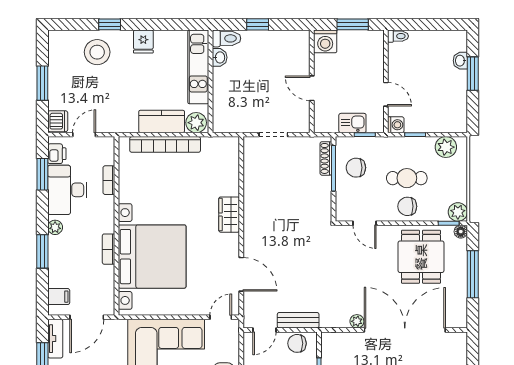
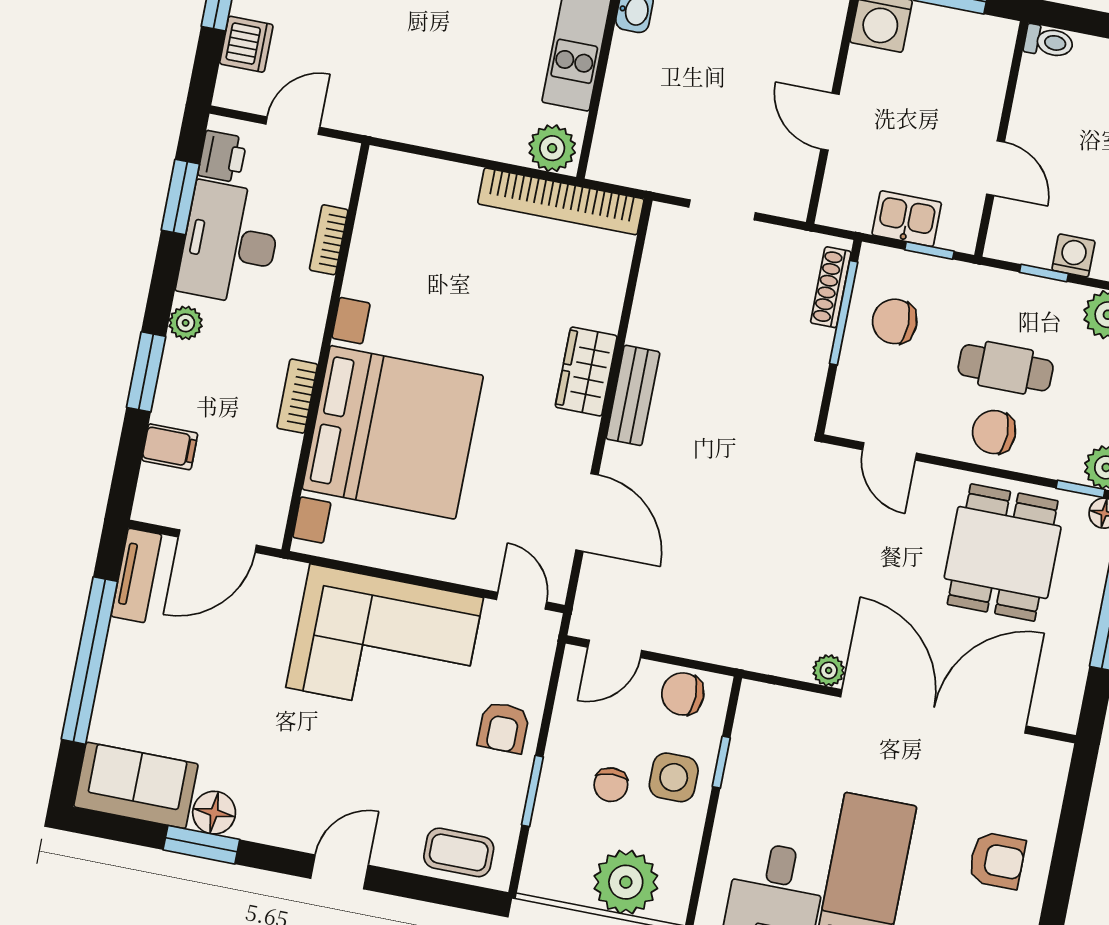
dishwasher: (58, 121) -> (246, 44), moved
kitchen counter: (162, 121) -> (474, 130), removed
washing machine: (396, 125) -> (1073, 256), moved, turned -90
bookcase: (165, 144) -> (561, 201), moved
filing cabinet: (59, 297) -> (170, 447), moved
door: (221, 317) -> (521, 601), hinge flipped
bench: (298, 320) -> (633, 395), moved, turned 90

